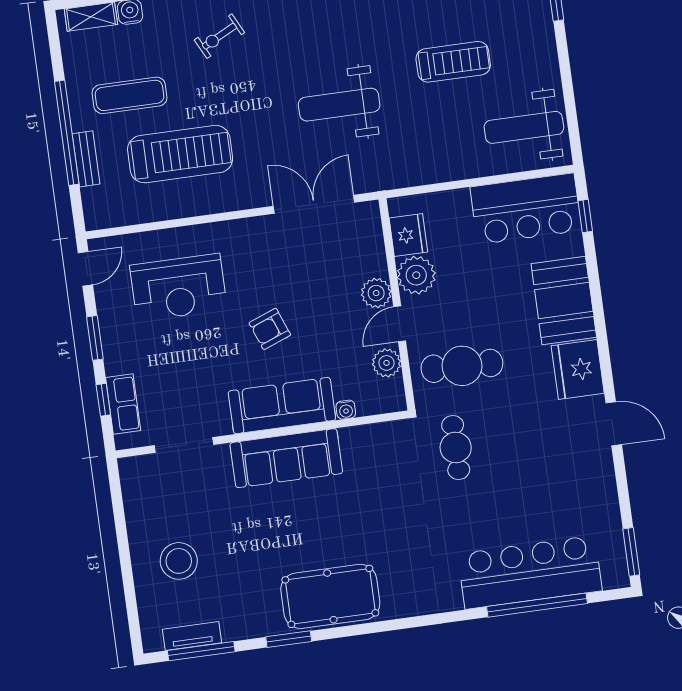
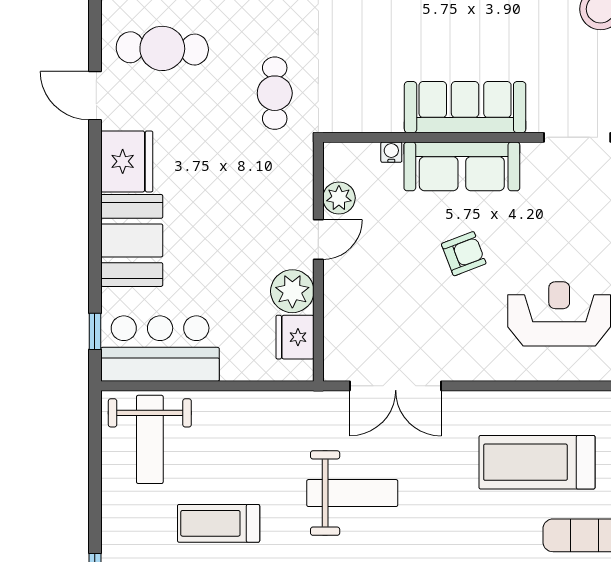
weight bench: (524, 127) -> (150, 439), turned 90
plant: (376, 293) -> (340, 277), removed
cafe table: (462, 366) -> (162, 48), moved

